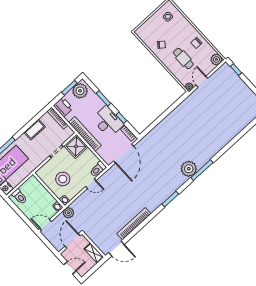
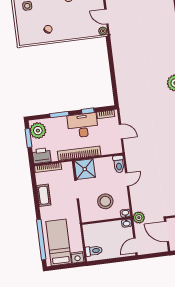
cafe table: (183, 58) -> (74, 18), removed
door: (124, 154) -> (121, 131), width x0.53

